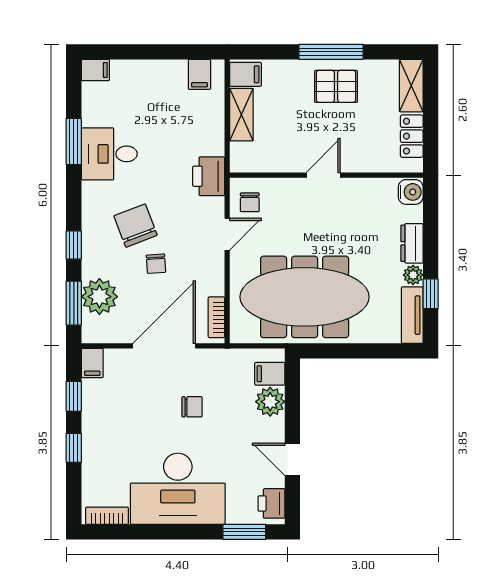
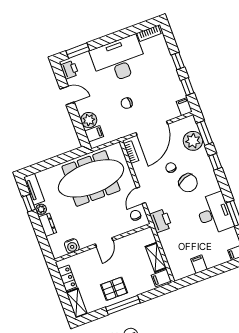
filing cabinet: (199, 74) -> (199, 264), moved
desk: (109, 154) -> (214, 214), width x1.37
water cooler: (411, 192) -> (72, 246), moved, turned -90

